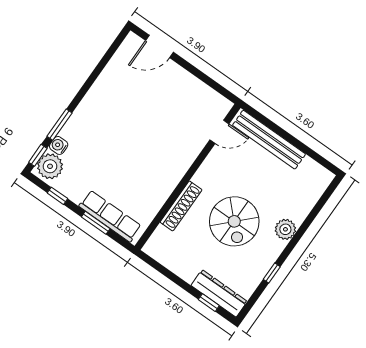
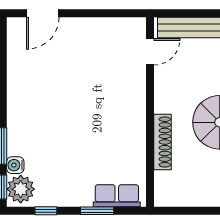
row of seats: (110, 216) -> (117, 196), width x0.68

